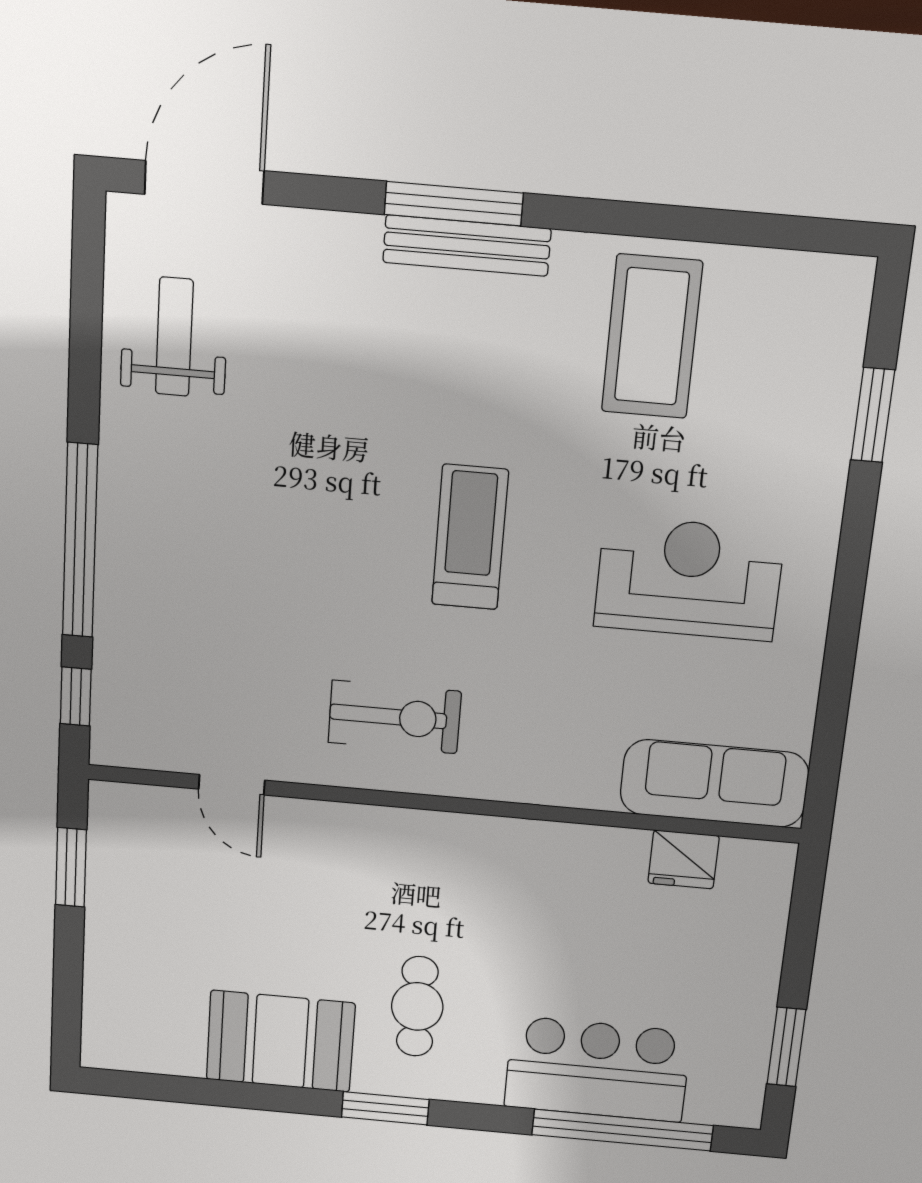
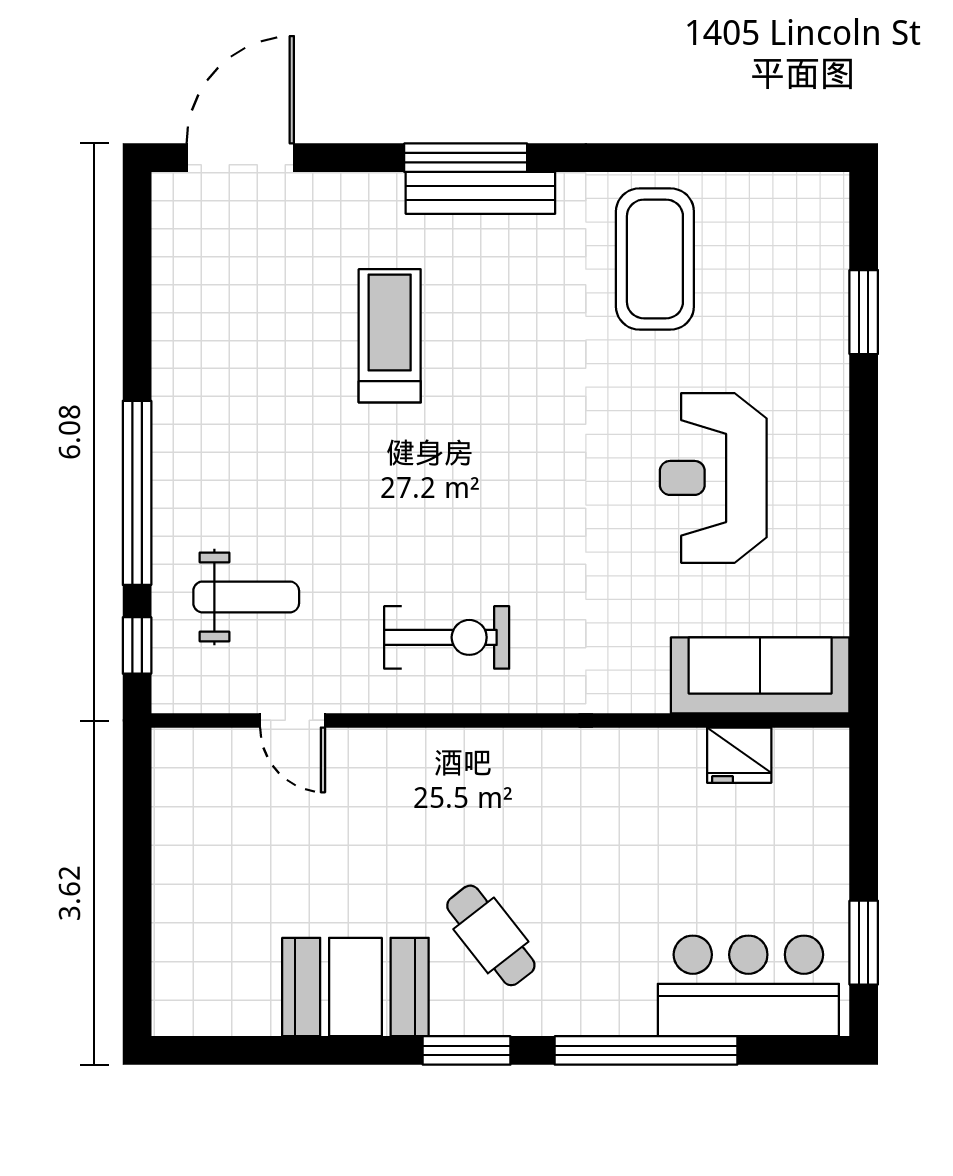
weight bench: (174, 337) -> (246, 597), moved, turned 90
treadmill: (470, 537) -> (390, 336), moved
reception desk: (689, 579) -> (713, 478), turned -90
window: (71, 867) -> (137, 821), removed
cafe table: (417, 1006) -> (491, 935), turned -38
bar counter: (597, 1069) -> (748, 986), moved
window: (622, 1130) -> (646, 1050), moved

